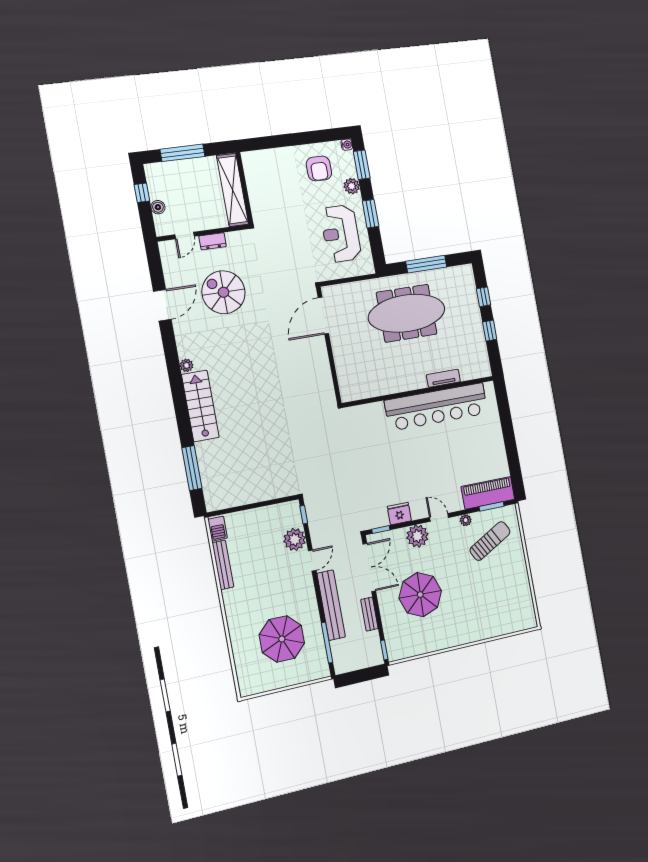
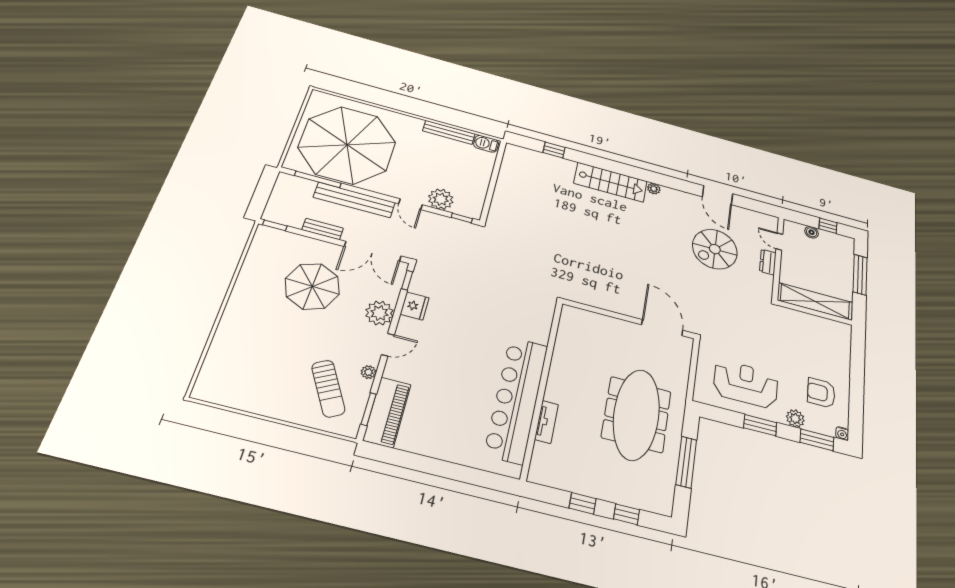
spiral stairs: (224, 292) -> (715, 249), turned 180
window: (192, 468) -> (554, 150), width x0.46
parasol: (282, 639) -> (347, 145), width x1.86, depth x1.86

